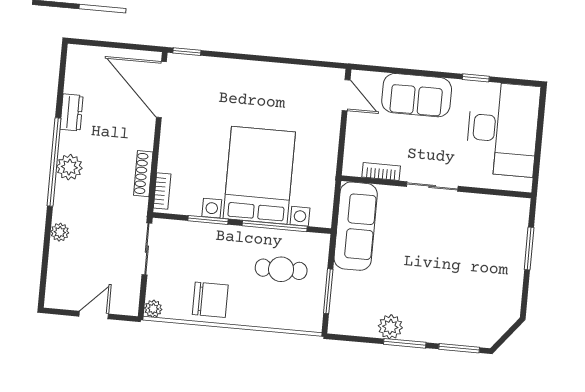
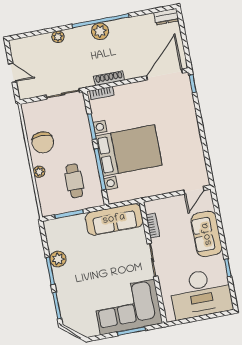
dresser: (71, 112) -> (166, 17), moved
corner sofa: (491, 244) -> (127, 307), added
plant: (153, 309) -> (39, 172), moved

